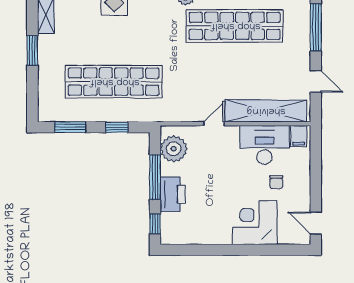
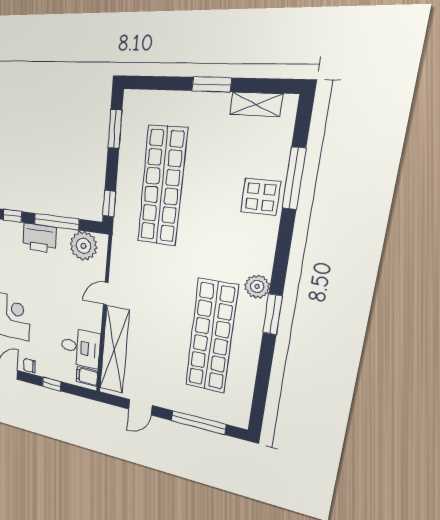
door: (214, 124) -> (106, 293), swing flipped
window: (117, 127) -> (109, 204), moved
desk: (264, 145) -> (80, 348), width x0.73
window: (316, 173) -> (52, 384), added
chair: (276, 182) -> (29, 366), moved

